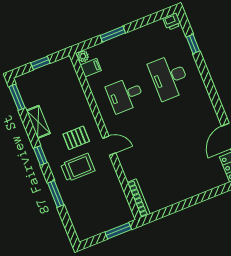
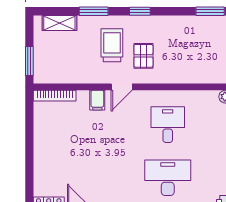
filing cabinet: (91, 68) -> (97, 100), moved
shelving: (38, 122) -> (59, 23), moved
trolley: (78, 167) -> (112, 45), turned 180

